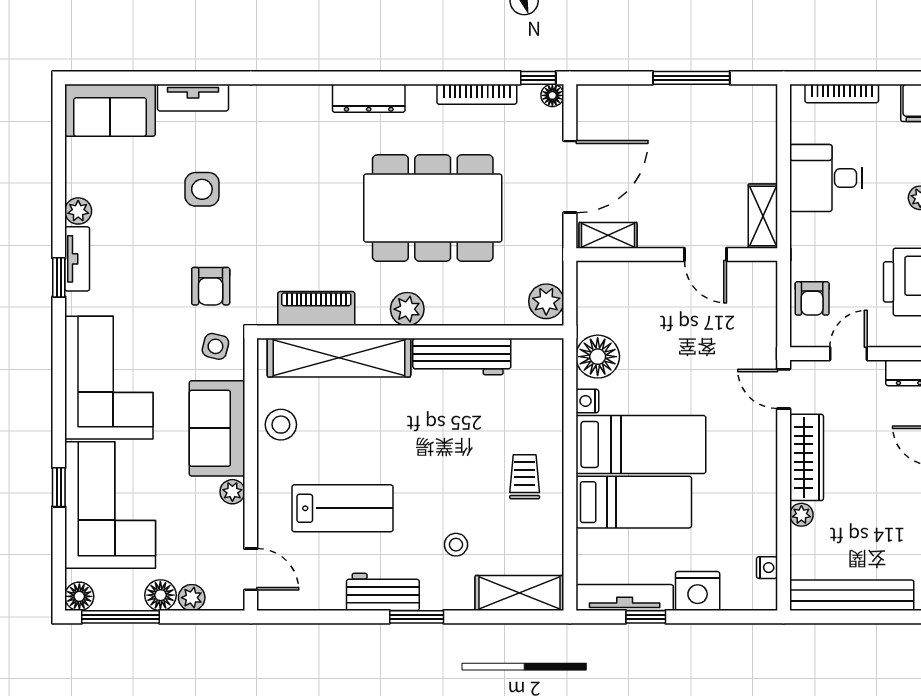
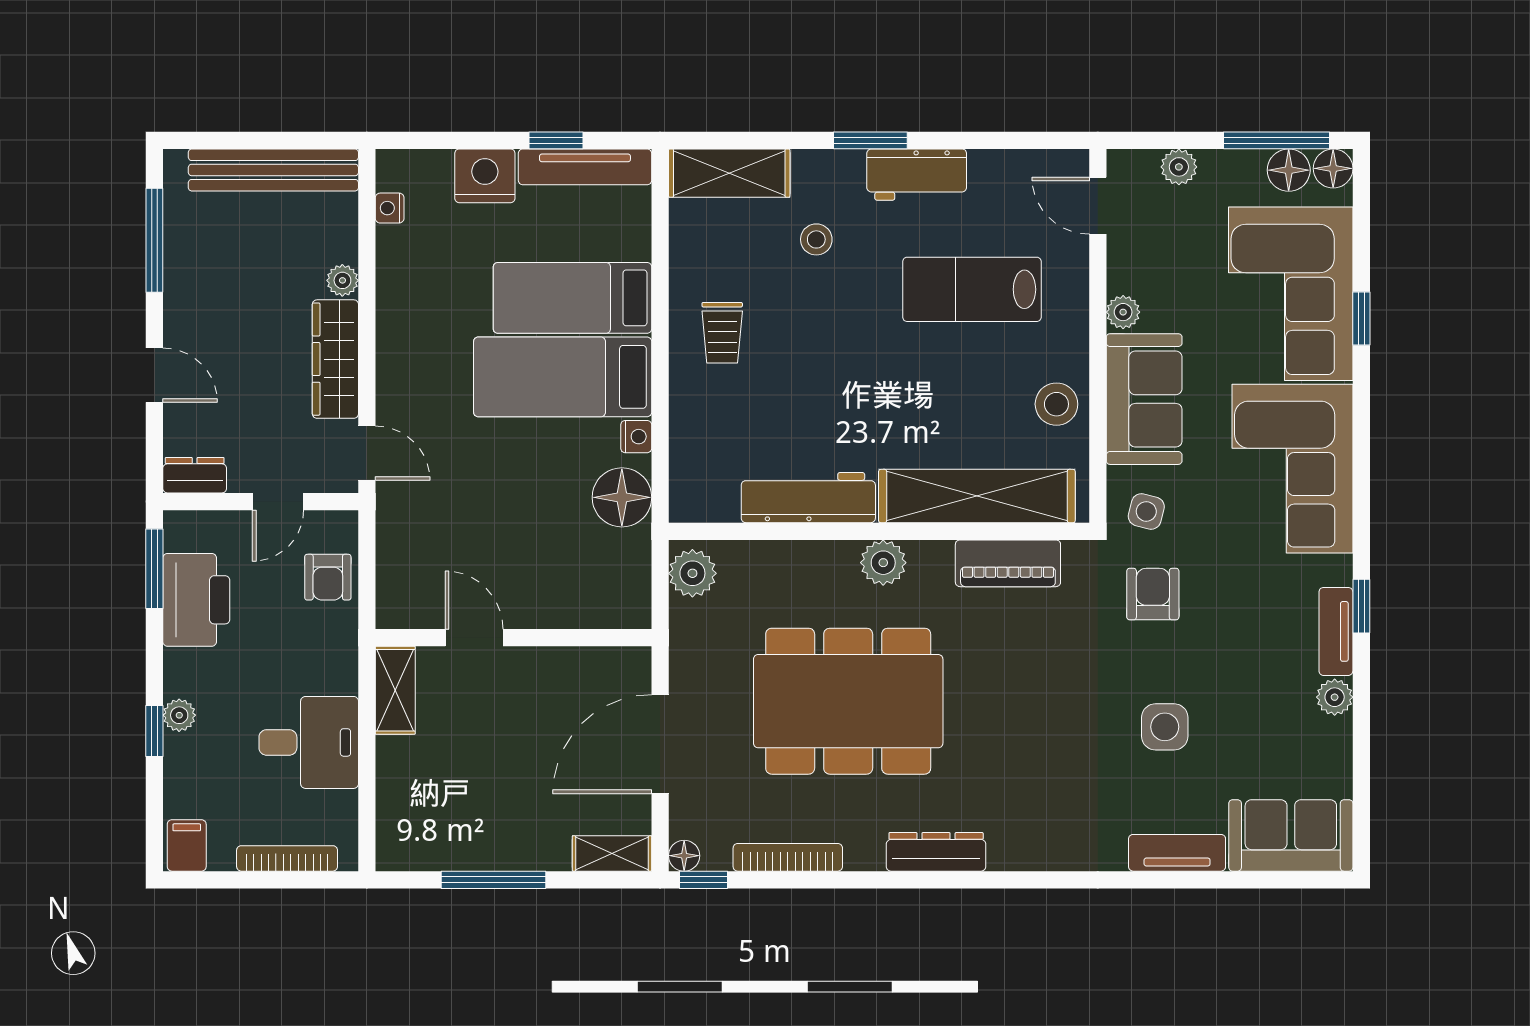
shelving: (608, 235) -> (612, 853), moved
armchair: (812, 298) -> (328, 577), turned 180
floor lamp: (160, 595) -> (1289, 170), moved

